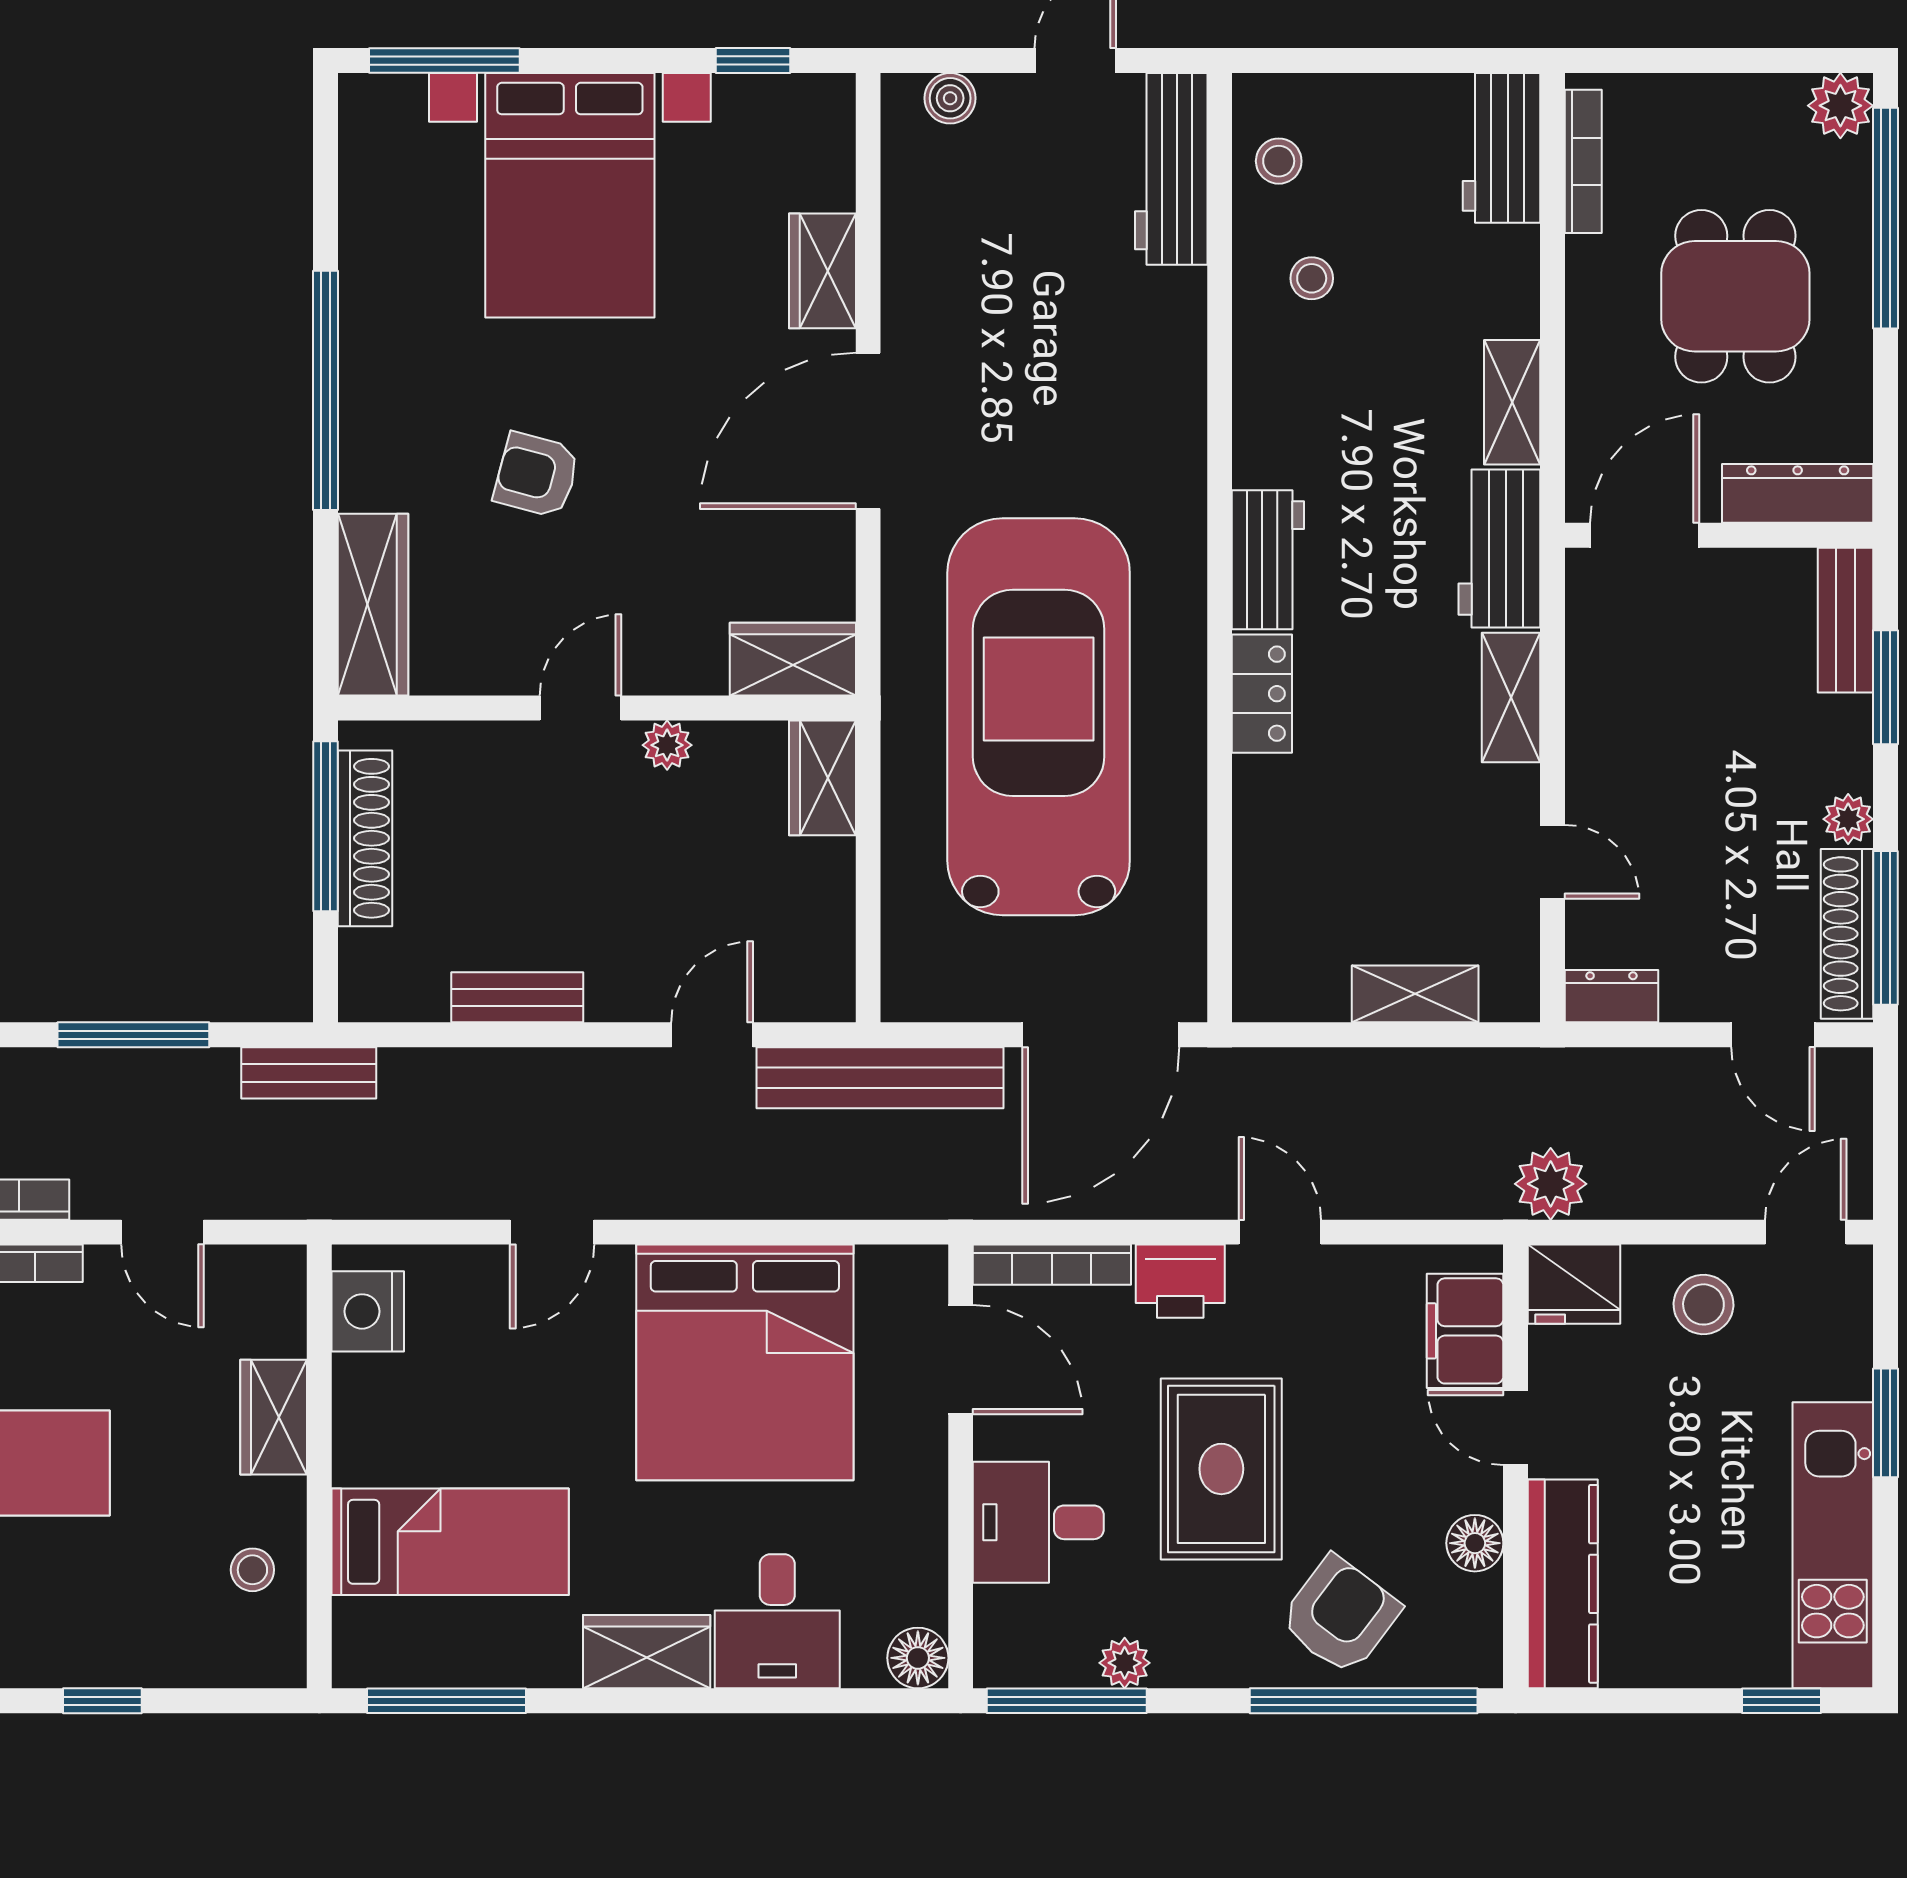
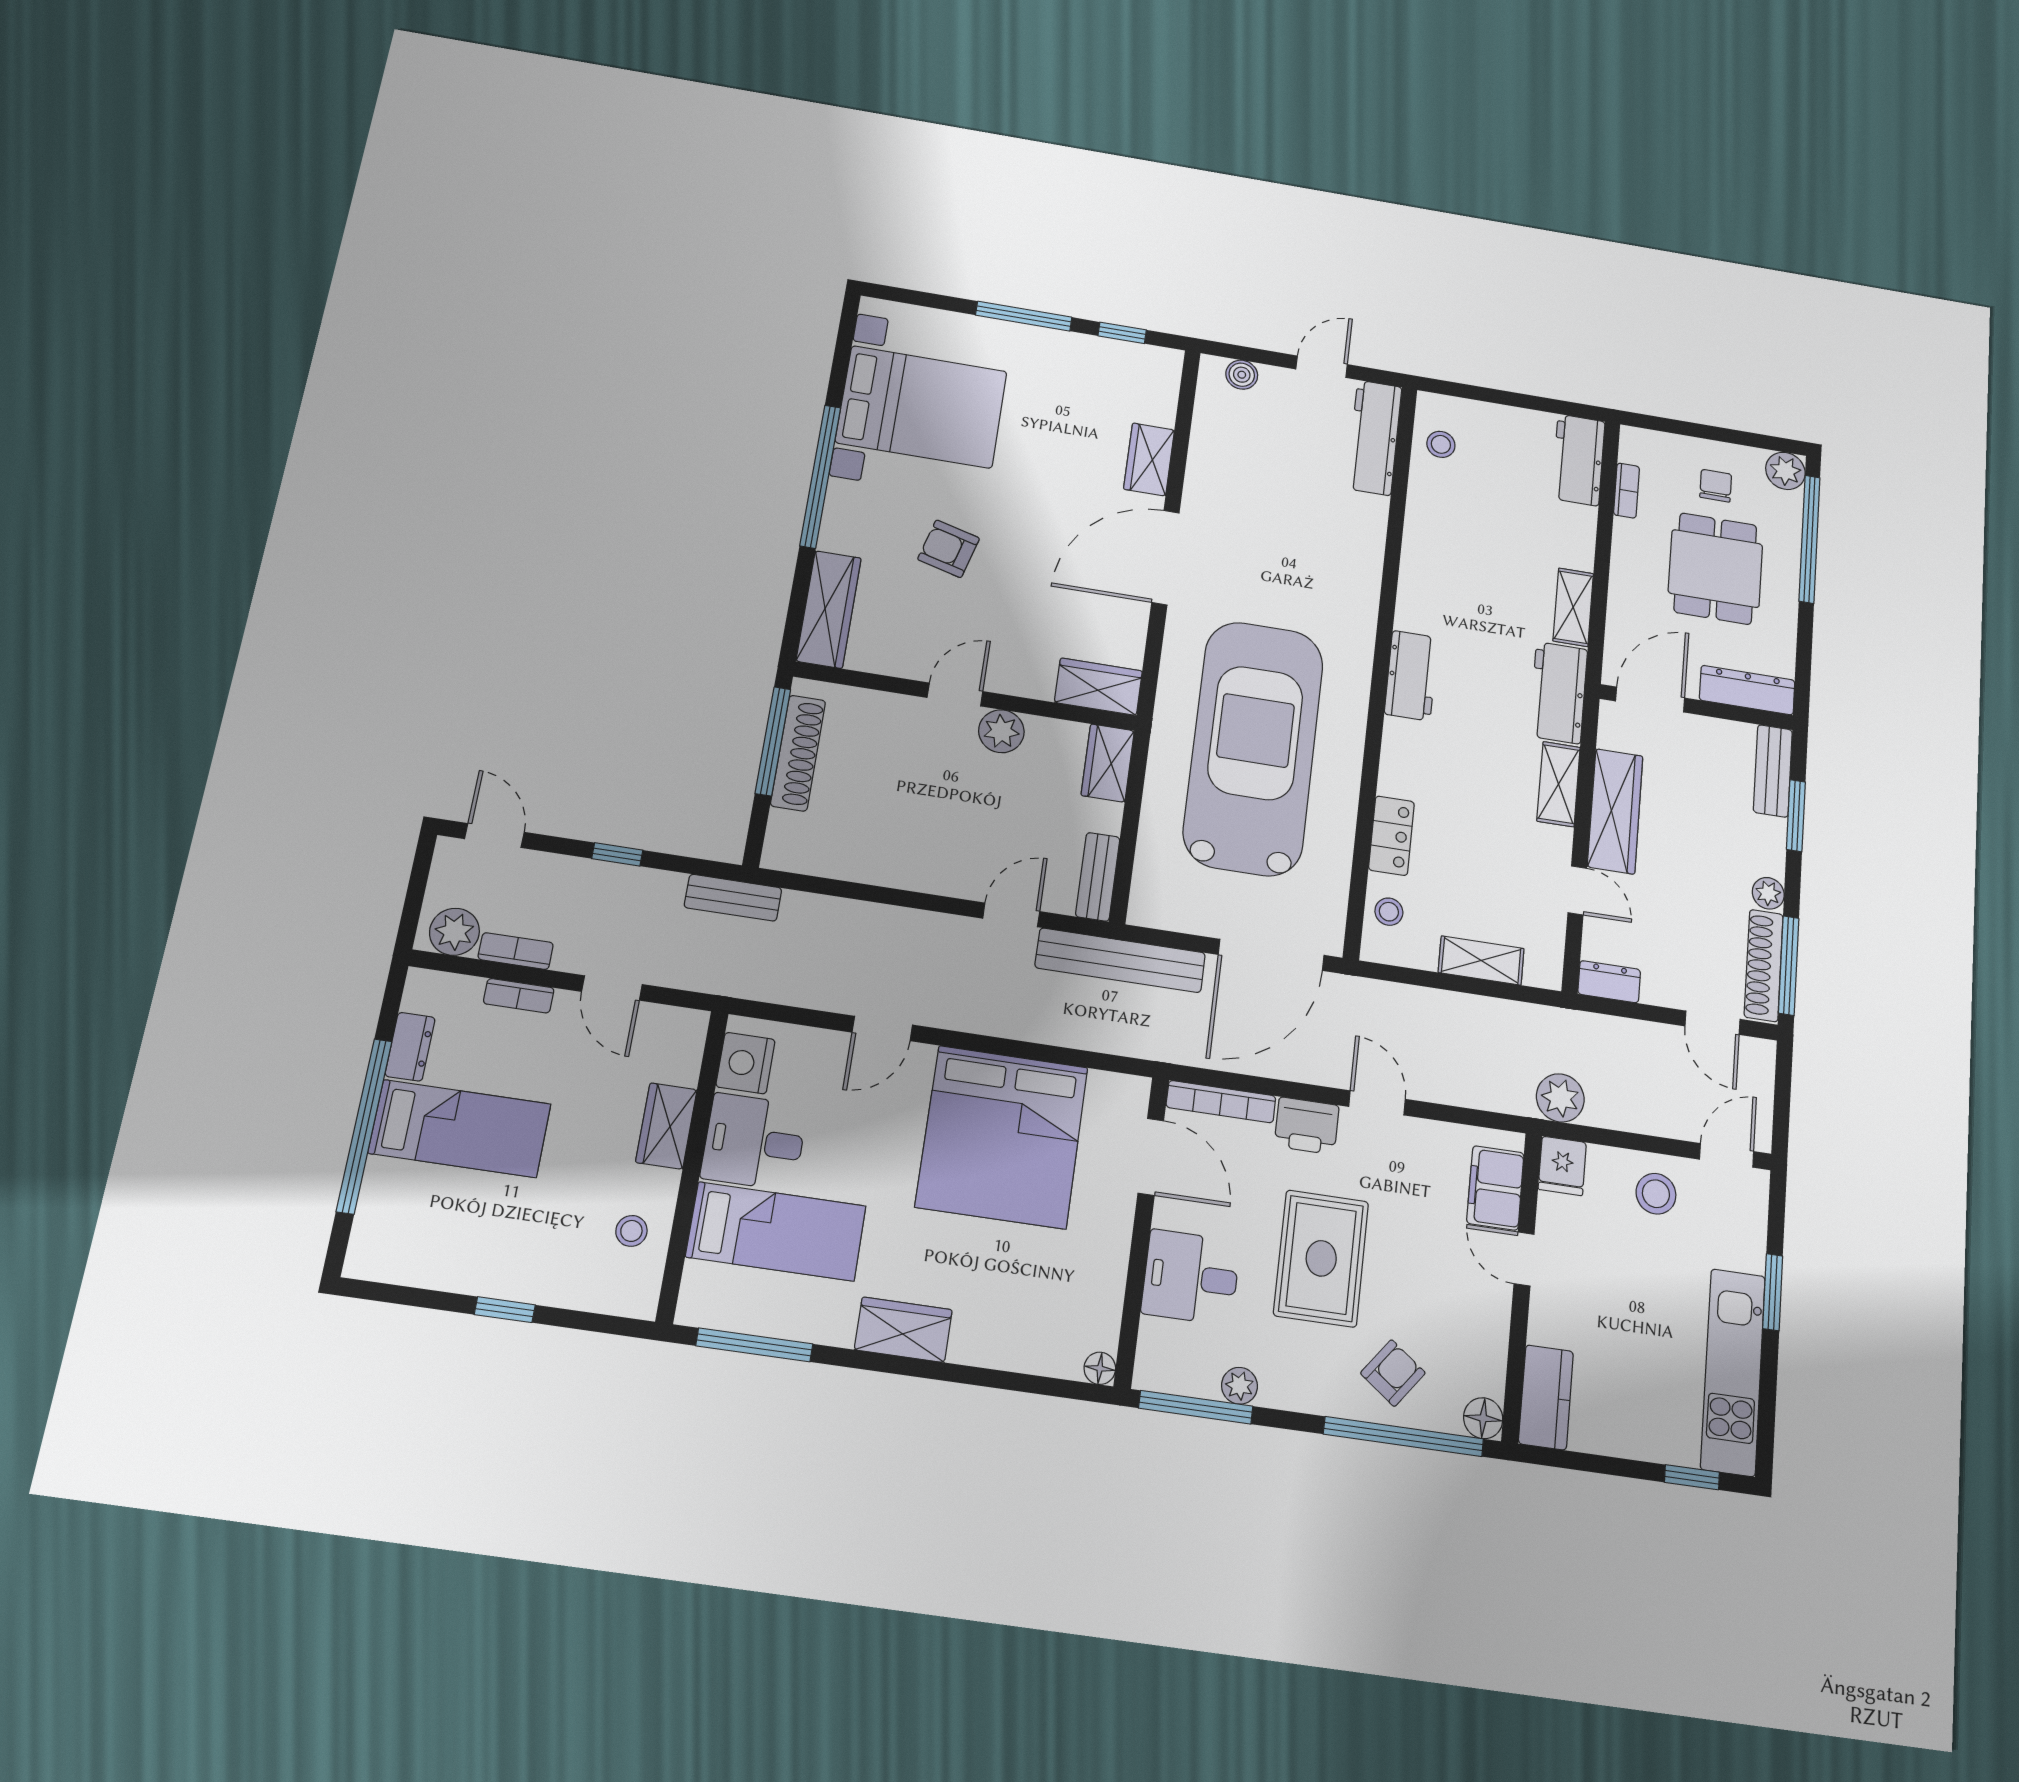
window: (444, 61) -> (1024, 316), moved
chair: (1727, 152) -> (1716, 486), added
bookcase: (1583, 161) -> (1627, 491), width x0.64
bed with nightstands: (570, 195) -> (921, 407), moved, turned -90
stool: (1312, 278) -> (1389, 912), moved
locker: (1262, 694) -> (1391, 836), moved
wardrobe: (1602, 726) -> (1615, 811), added
plant: (667, 745) -> (1001, 731), width x1.38, depth x1.38
bench: (517, 997) -> (1098, 877), moved, turned 90
window: (133, 1035) -> (617, 854), width x0.46
fridge: (1574, 1284) -> (1562, 1166), width x0.72
floor lamp: (1475, 1543) -> (1483, 1418), moved
kitchen counter: (1563, 1584) -> (1546, 1397), width x0.67
armchair: (1340, 1615) -> (1393, 1373), width x0.72, depth x0.72
desk: (777, 1621) -> (754, 1142), moved, turned 90
floor lamp: (918, 1658) -> (1100, 1368), width x0.73, depth x0.73

